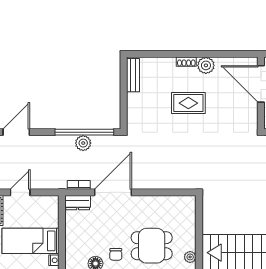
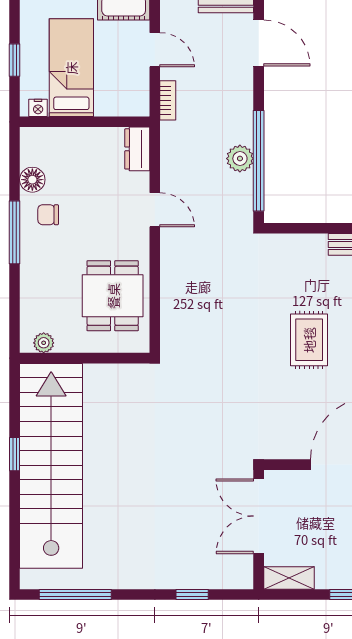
bookcase: (79, 185) -> (168, 100), moved
door: (113, 192) -> (155, 210), width x0.53
dining table: (152, 246) -> (113, 296), moved

